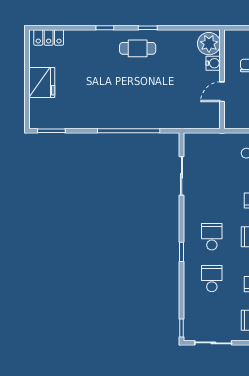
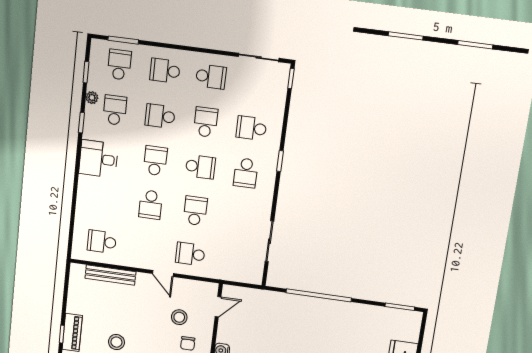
door: (222, 92) -> (218, 307), moved
school desk: (212, 279) -> (251, 128), turned 90

